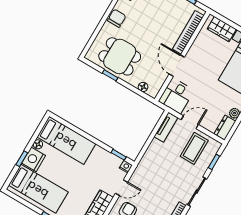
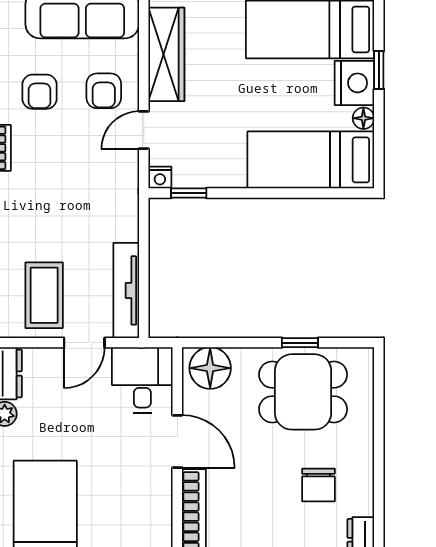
chair: (117, 18) -> (318, 485), moved
floor lamp: (143, 87) -> (210, 368), width x1.89, depth x1.89
tv unit: (166, 127) -> (126, 290), width x1.41

